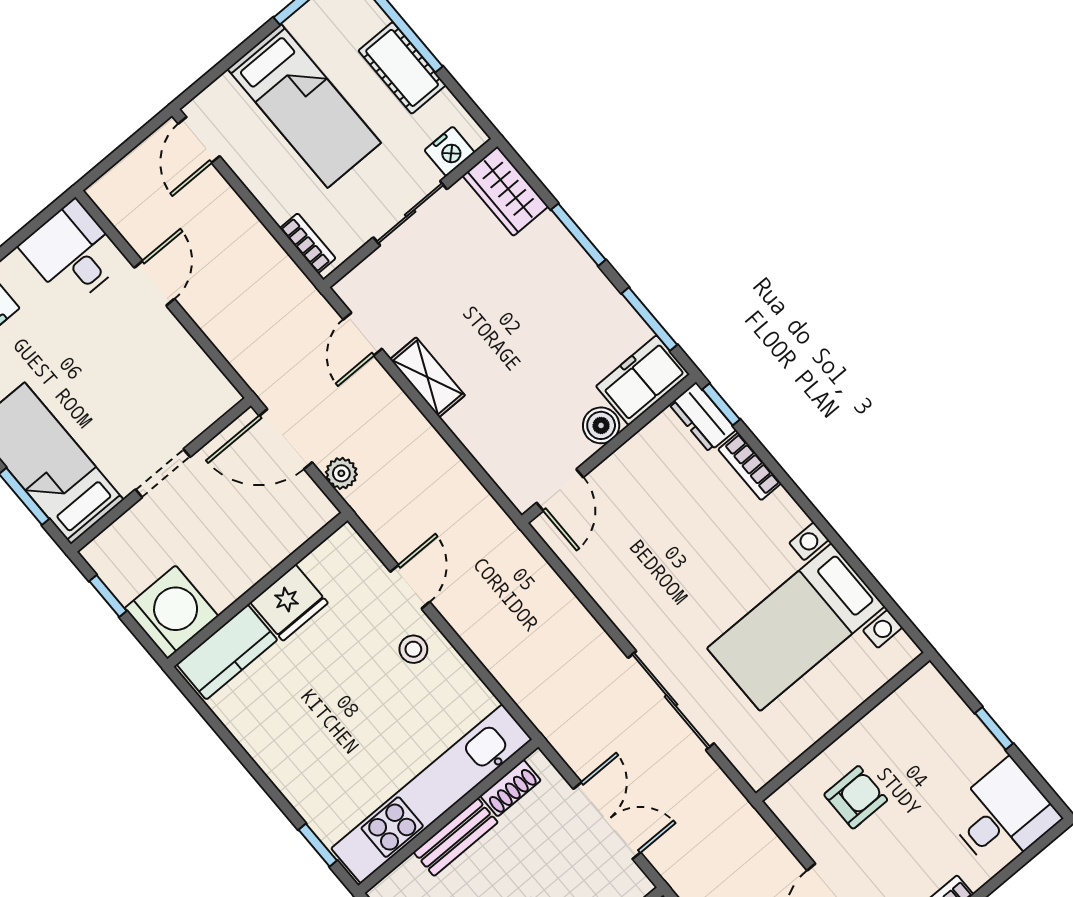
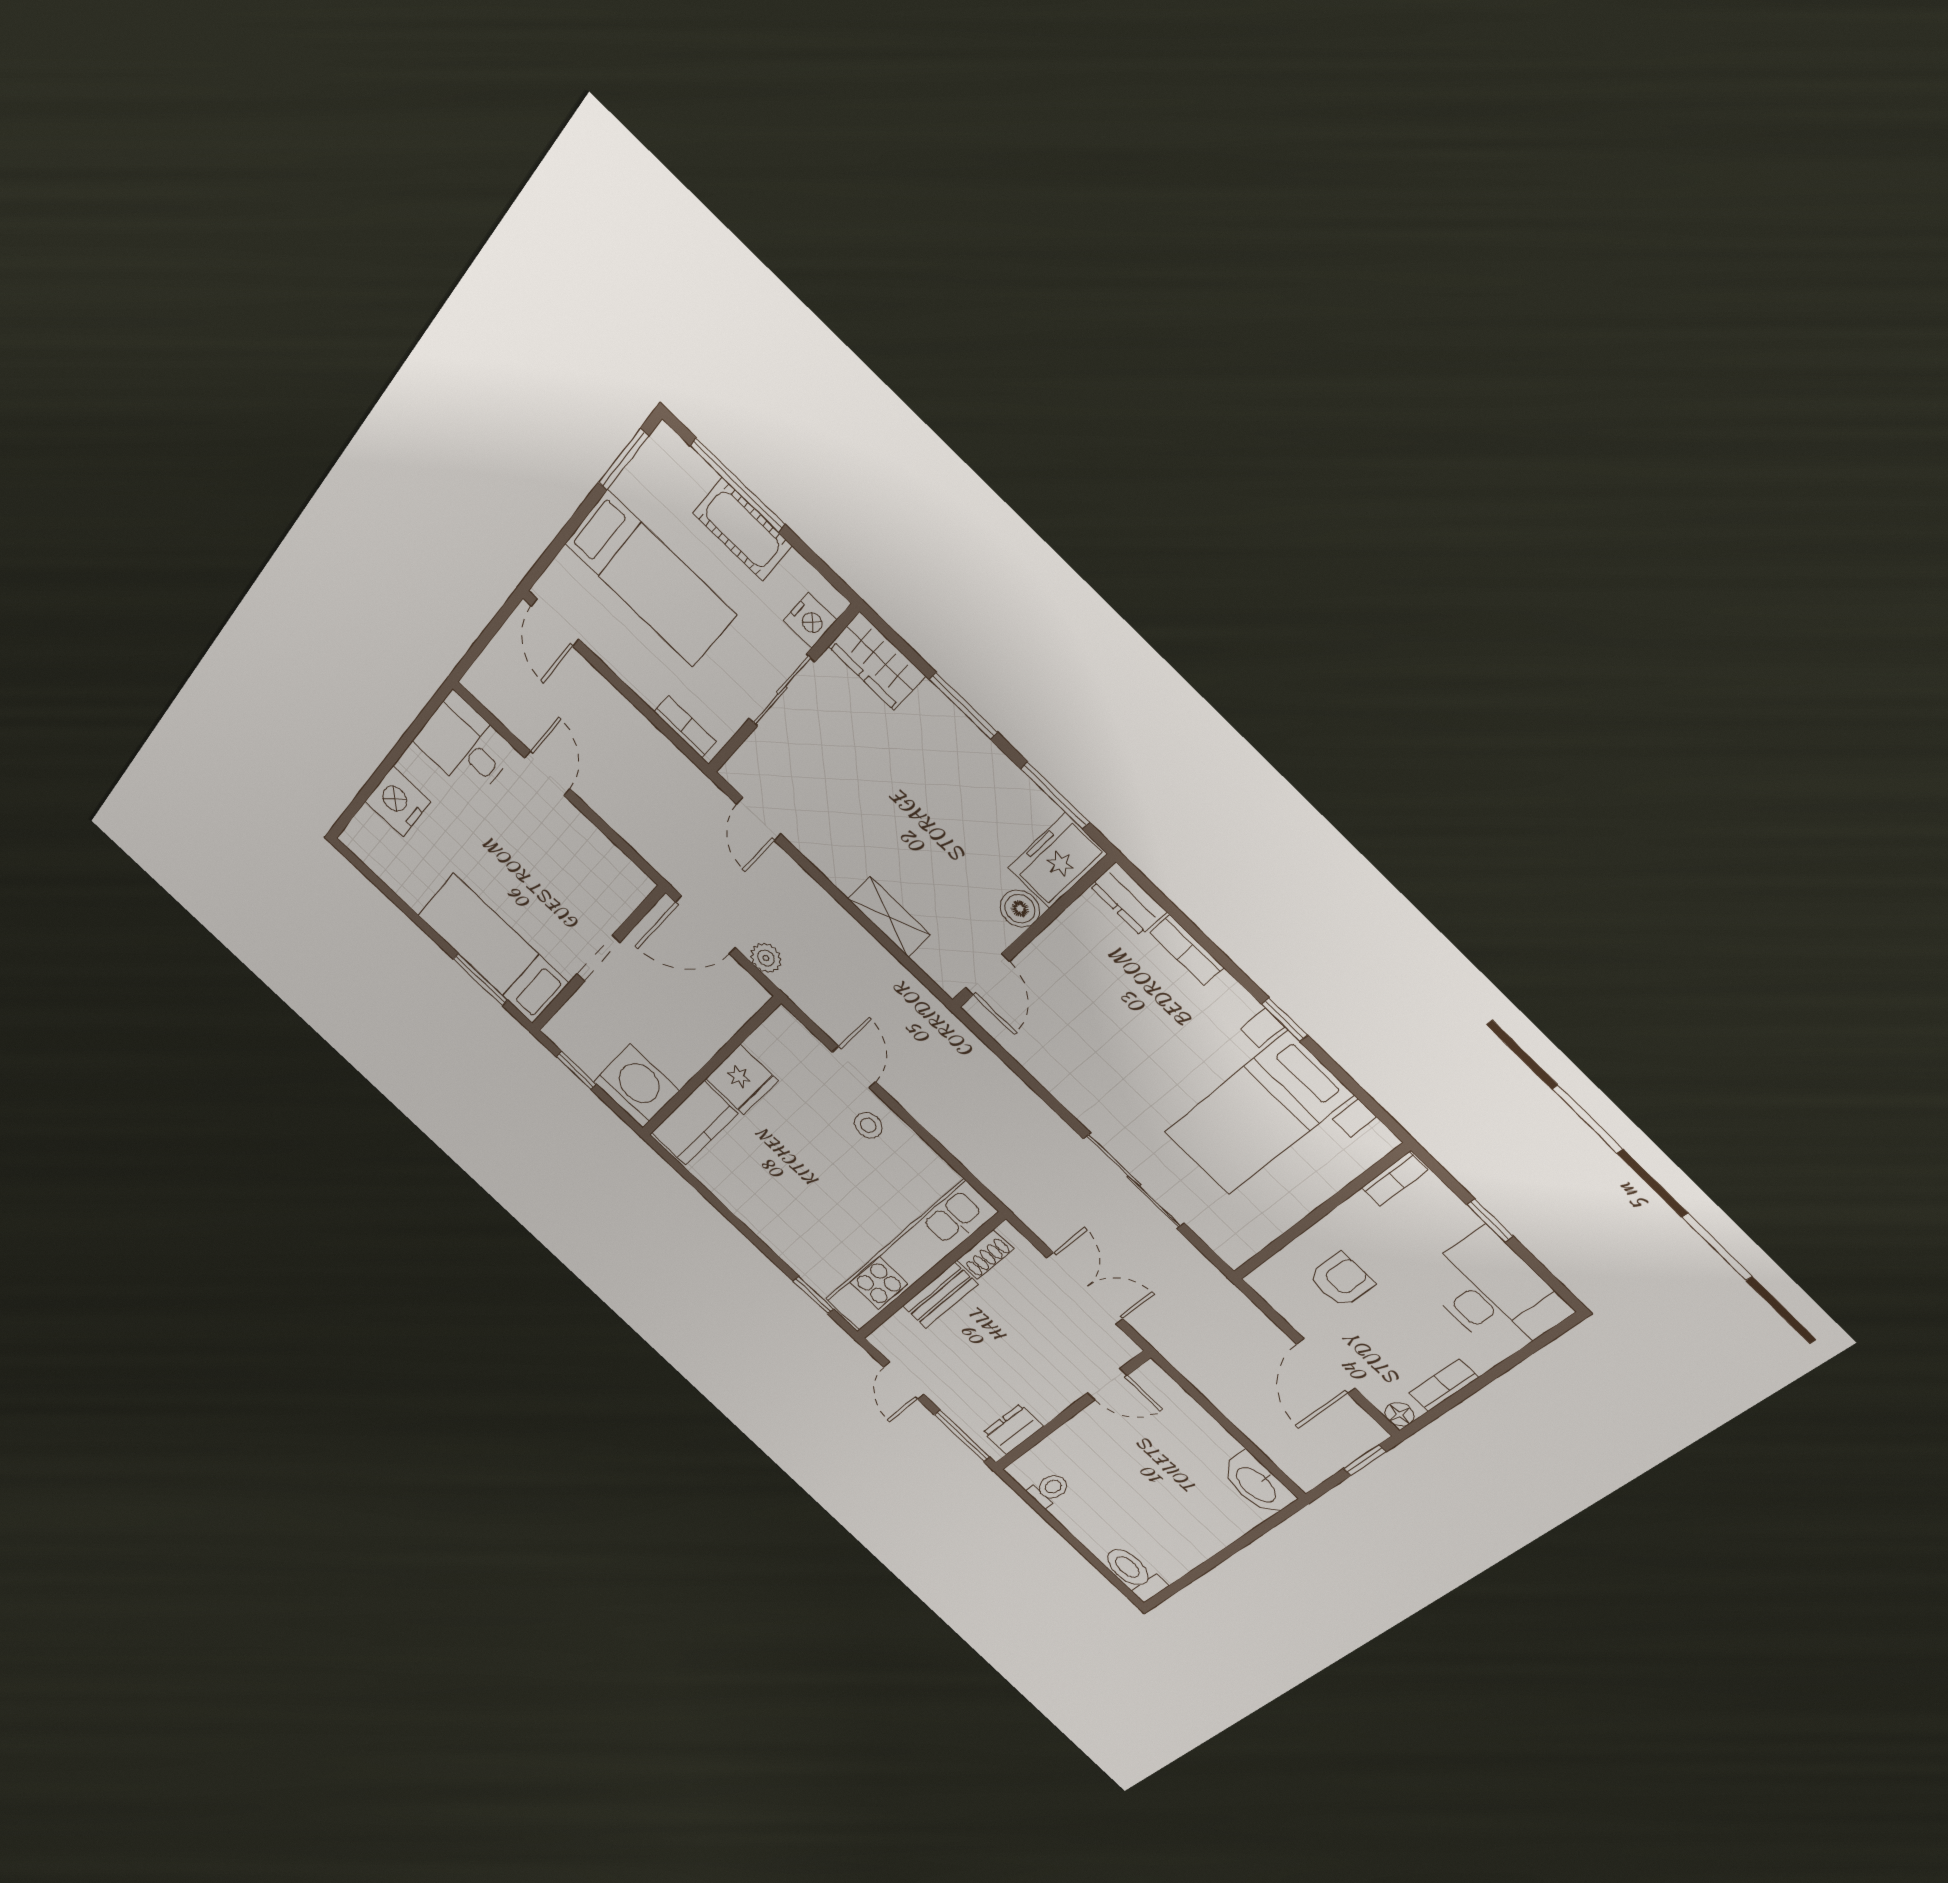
shelving: (427, 377) -> (889, 917), moved
window: (721, 404) -> (1284, 1020), moved
bookcase: (913, 689) -> (1395, 1179), added
desk: (1002, 816) -> (1494, 1293), width x1.37

